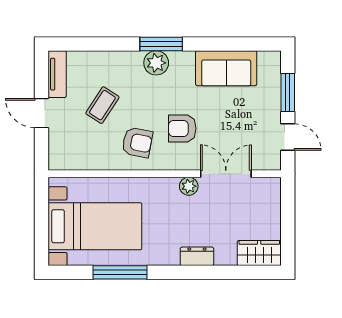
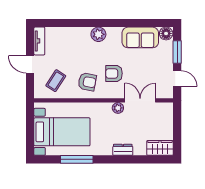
window: (161, 44) -> (101, 23), removed
floor lamp: (269, 62) -> (166, 33), added
coffee table: (102, 105) -> (56, 81), moved

